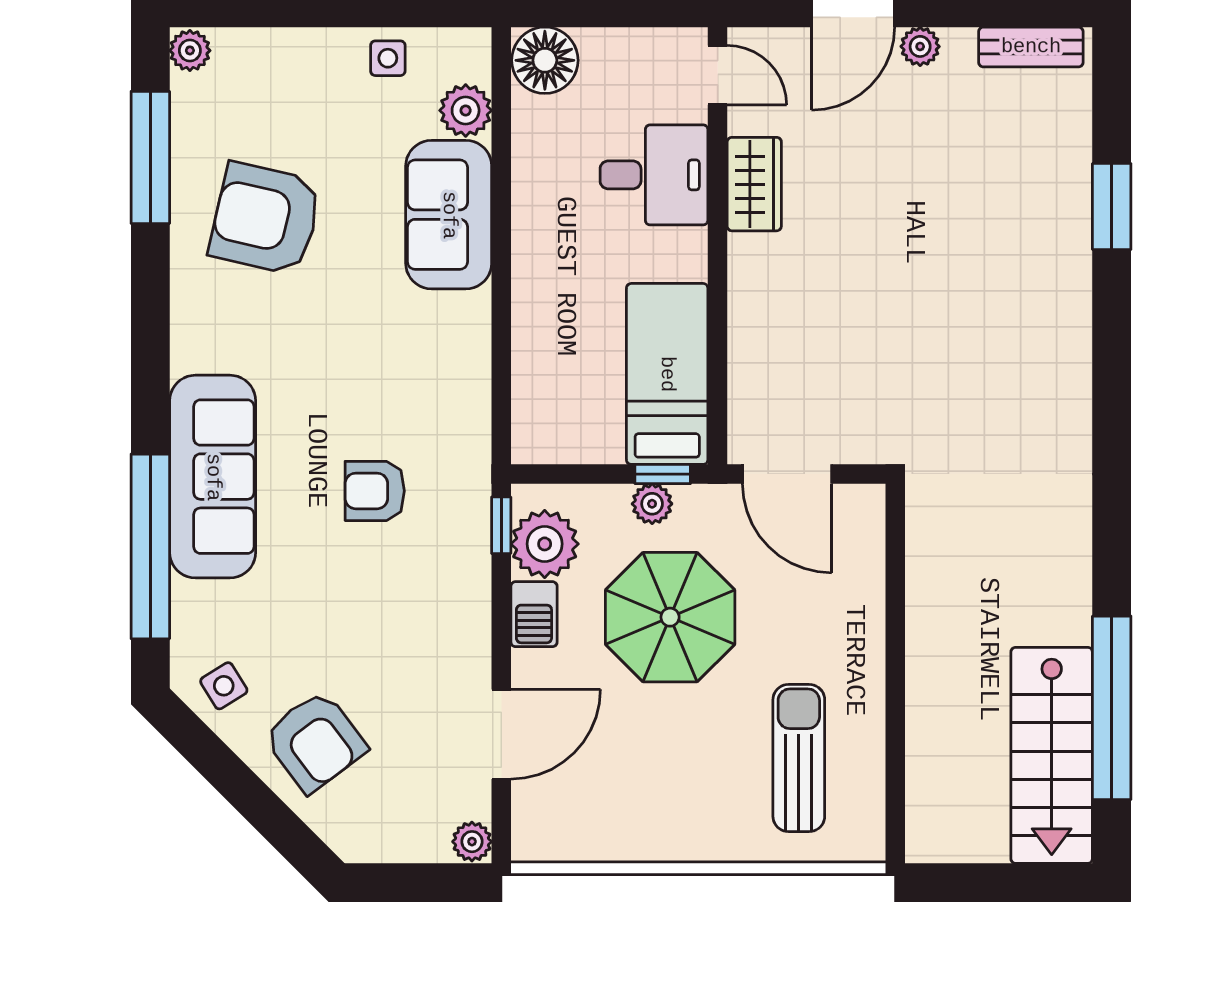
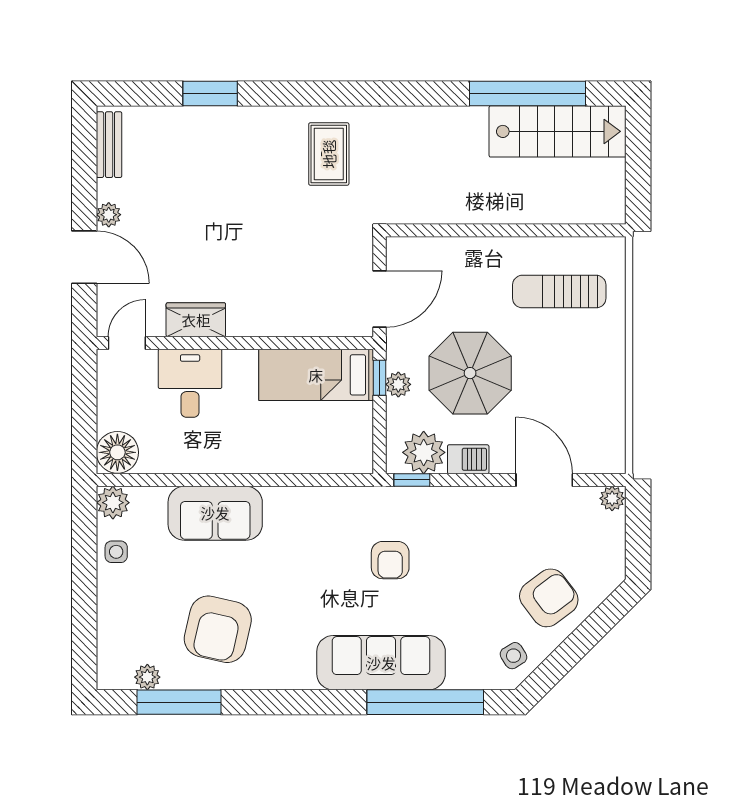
plant: (190, 50) -> (147, 677), moved
plant: (466, 110) -> (113, 503), moved
rug: (1016, 394) -> (329, 154), added

